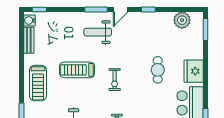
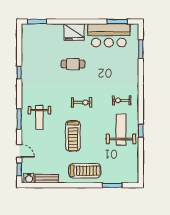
door: (121, 9) -> (19, 151), moved
plant: (182, 20) -> (29, 42), removed

